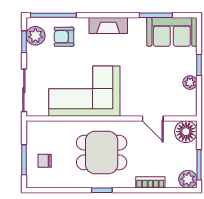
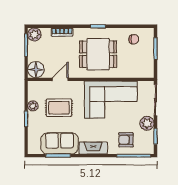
sofa: (172, 32) -> (60, 143), moved
plant: (35, 36) -> (147, 123), moved
armchair: (64, 37) -> (126, 140), turned 180
rug: (155, 80) -> (59, 108), added
door: (153, 118) -> (60, 79), hinge flipped
chair: (45, 161) -> (134, 39), moved

